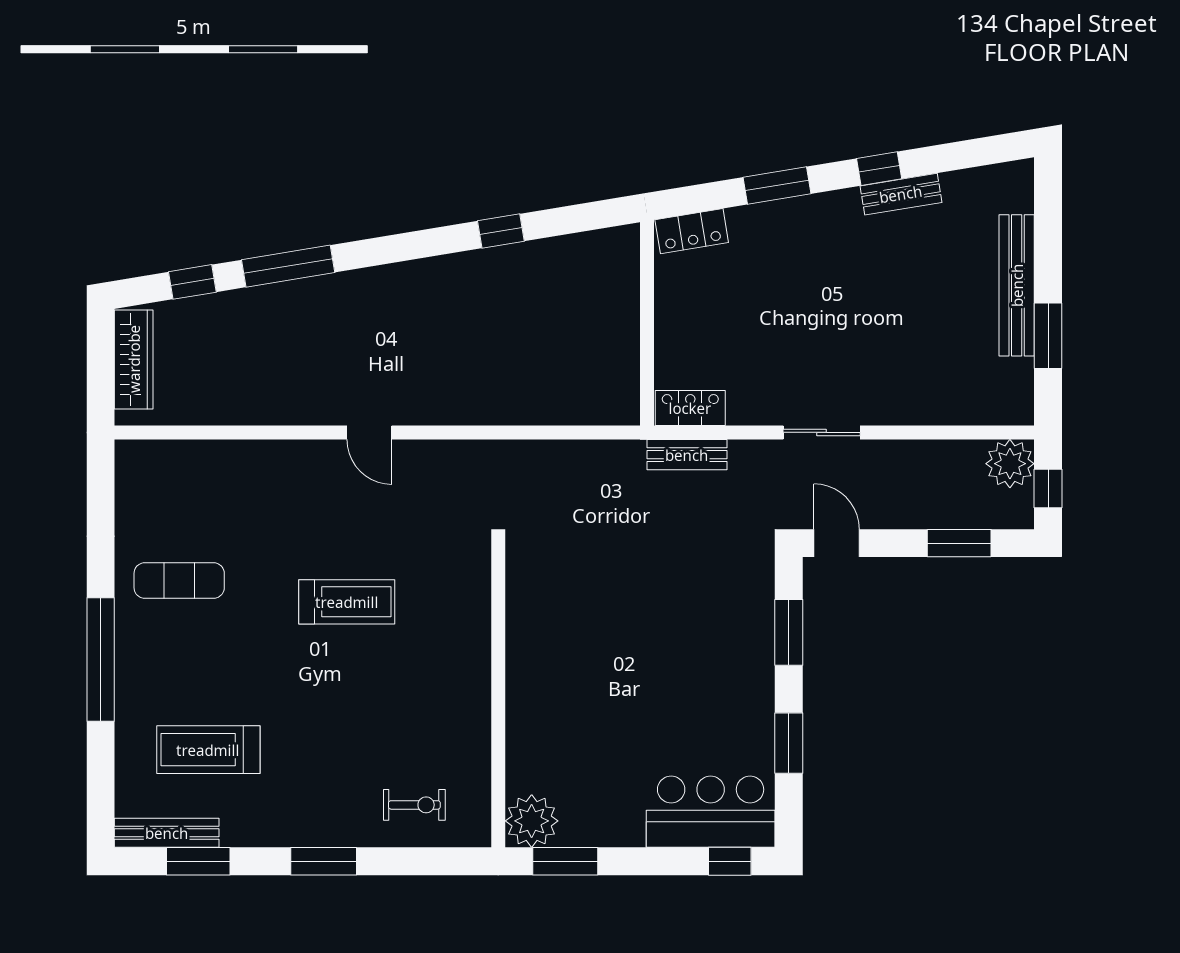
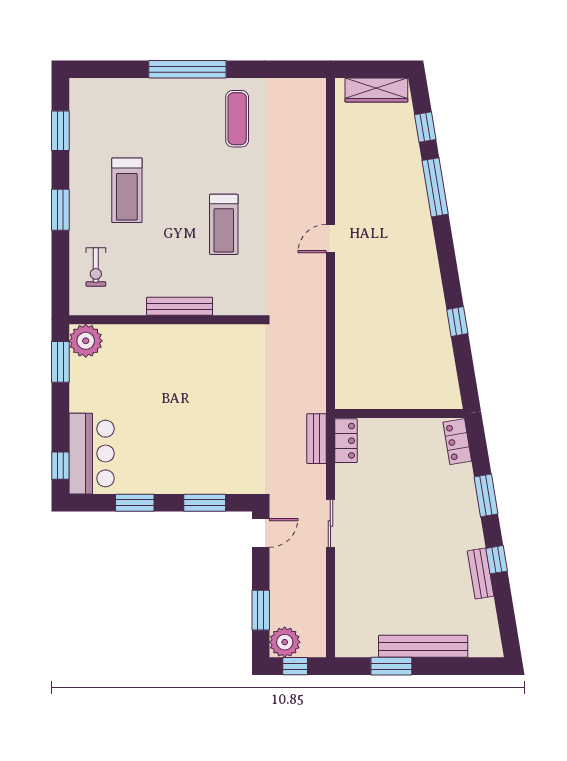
plant: (1010, 464) -> (285, 642), moved
treadmill: (208, 750) -> (127, 190), moved, turned 180
bench: (167, 833) -> (180, 306), moved, turned 90

